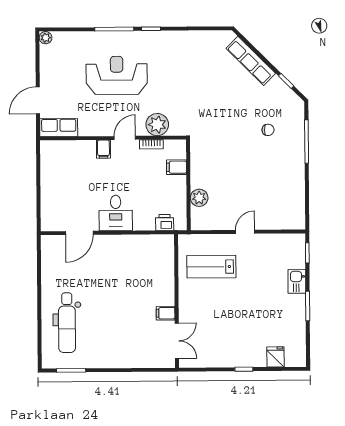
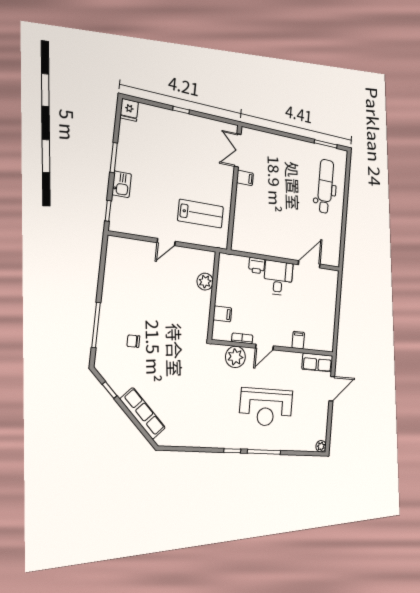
filing cabinet: (103, 149) -> (298, 340), moved
printer: (165, 222) -> (257, 266), moved
fridge: (276, 357) -> (129, 110), moved

